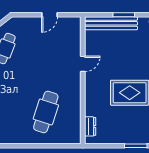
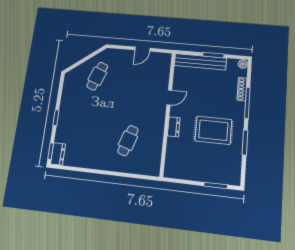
cafe table: (46, 112) -> (128, 141), width x0.73, depth x0.74
dresser: (90, 126) -> (174, 127), moved

